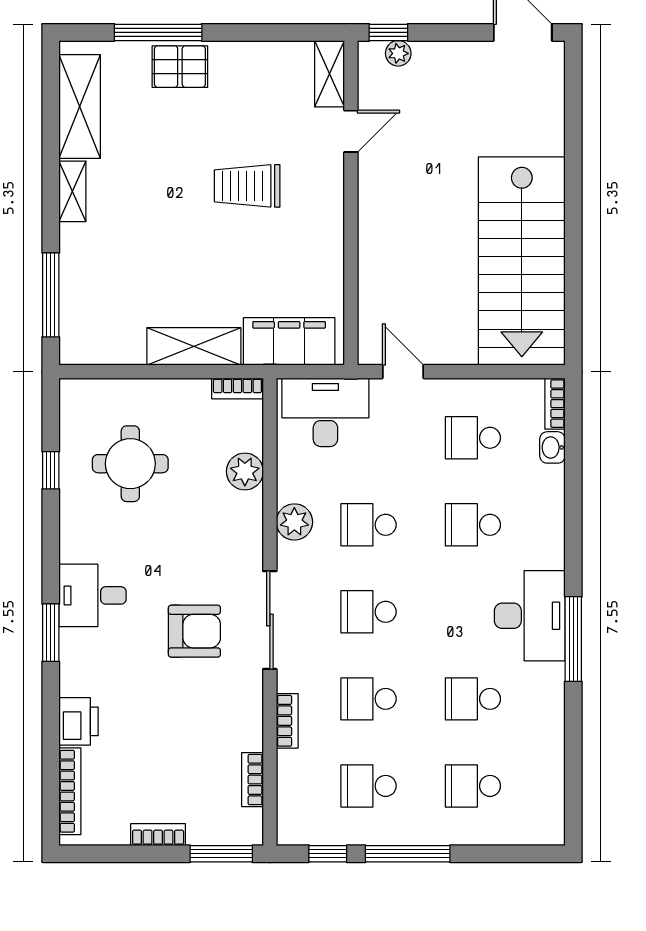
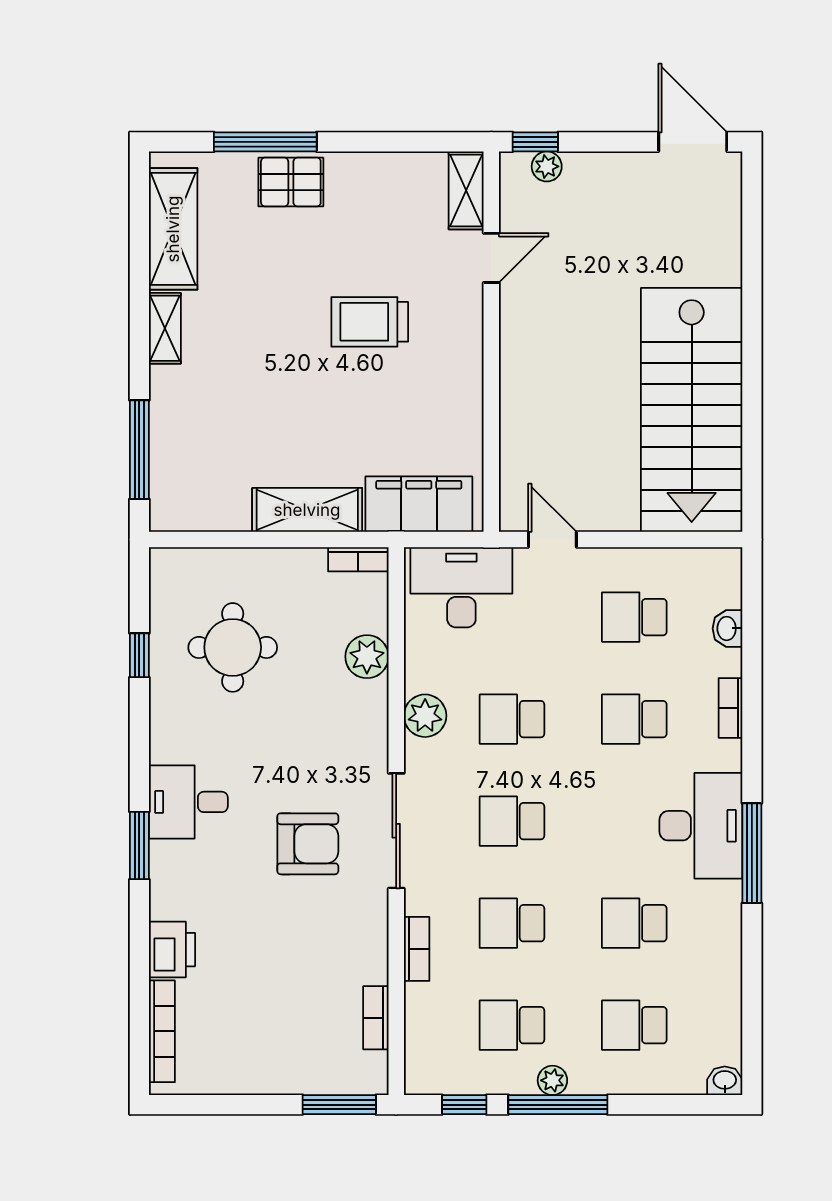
bookcase: (555, 404) -> (730, 708), moved
plant: (403, 833) -> (552, 1080), added
washbasin: (550, 833) -> (725, 1081), added
bookcase: (158, 835) -> (265, 1082), removed

